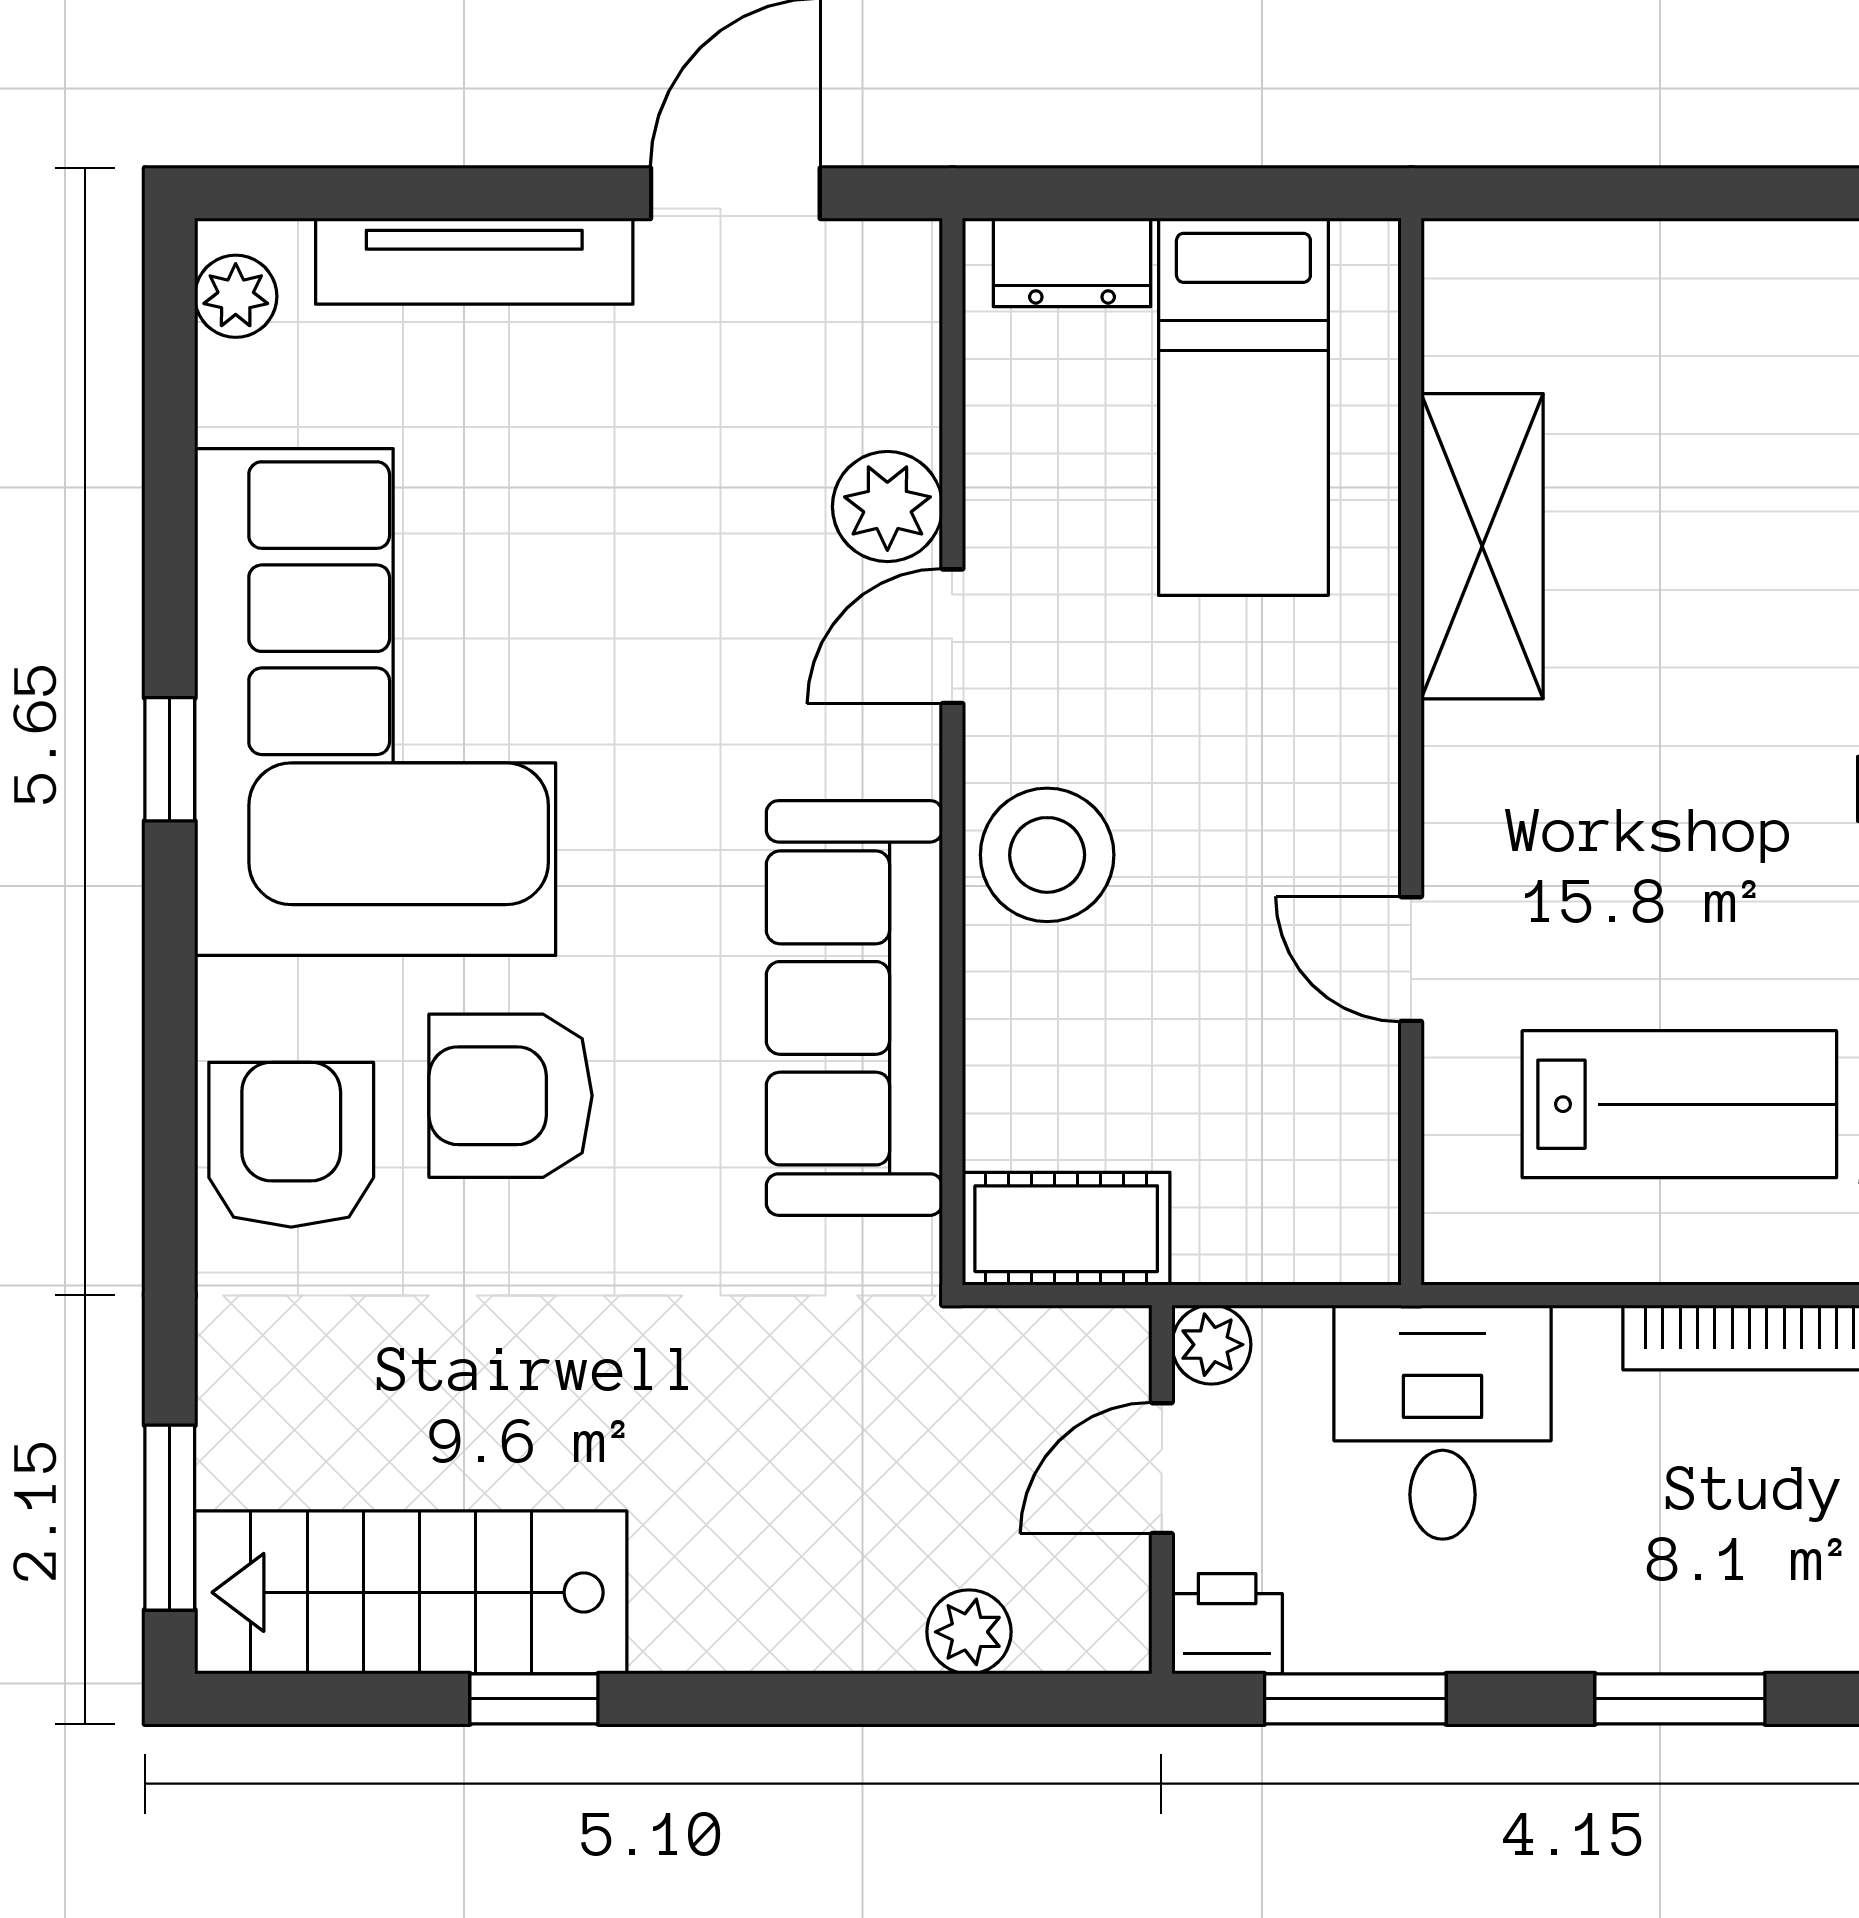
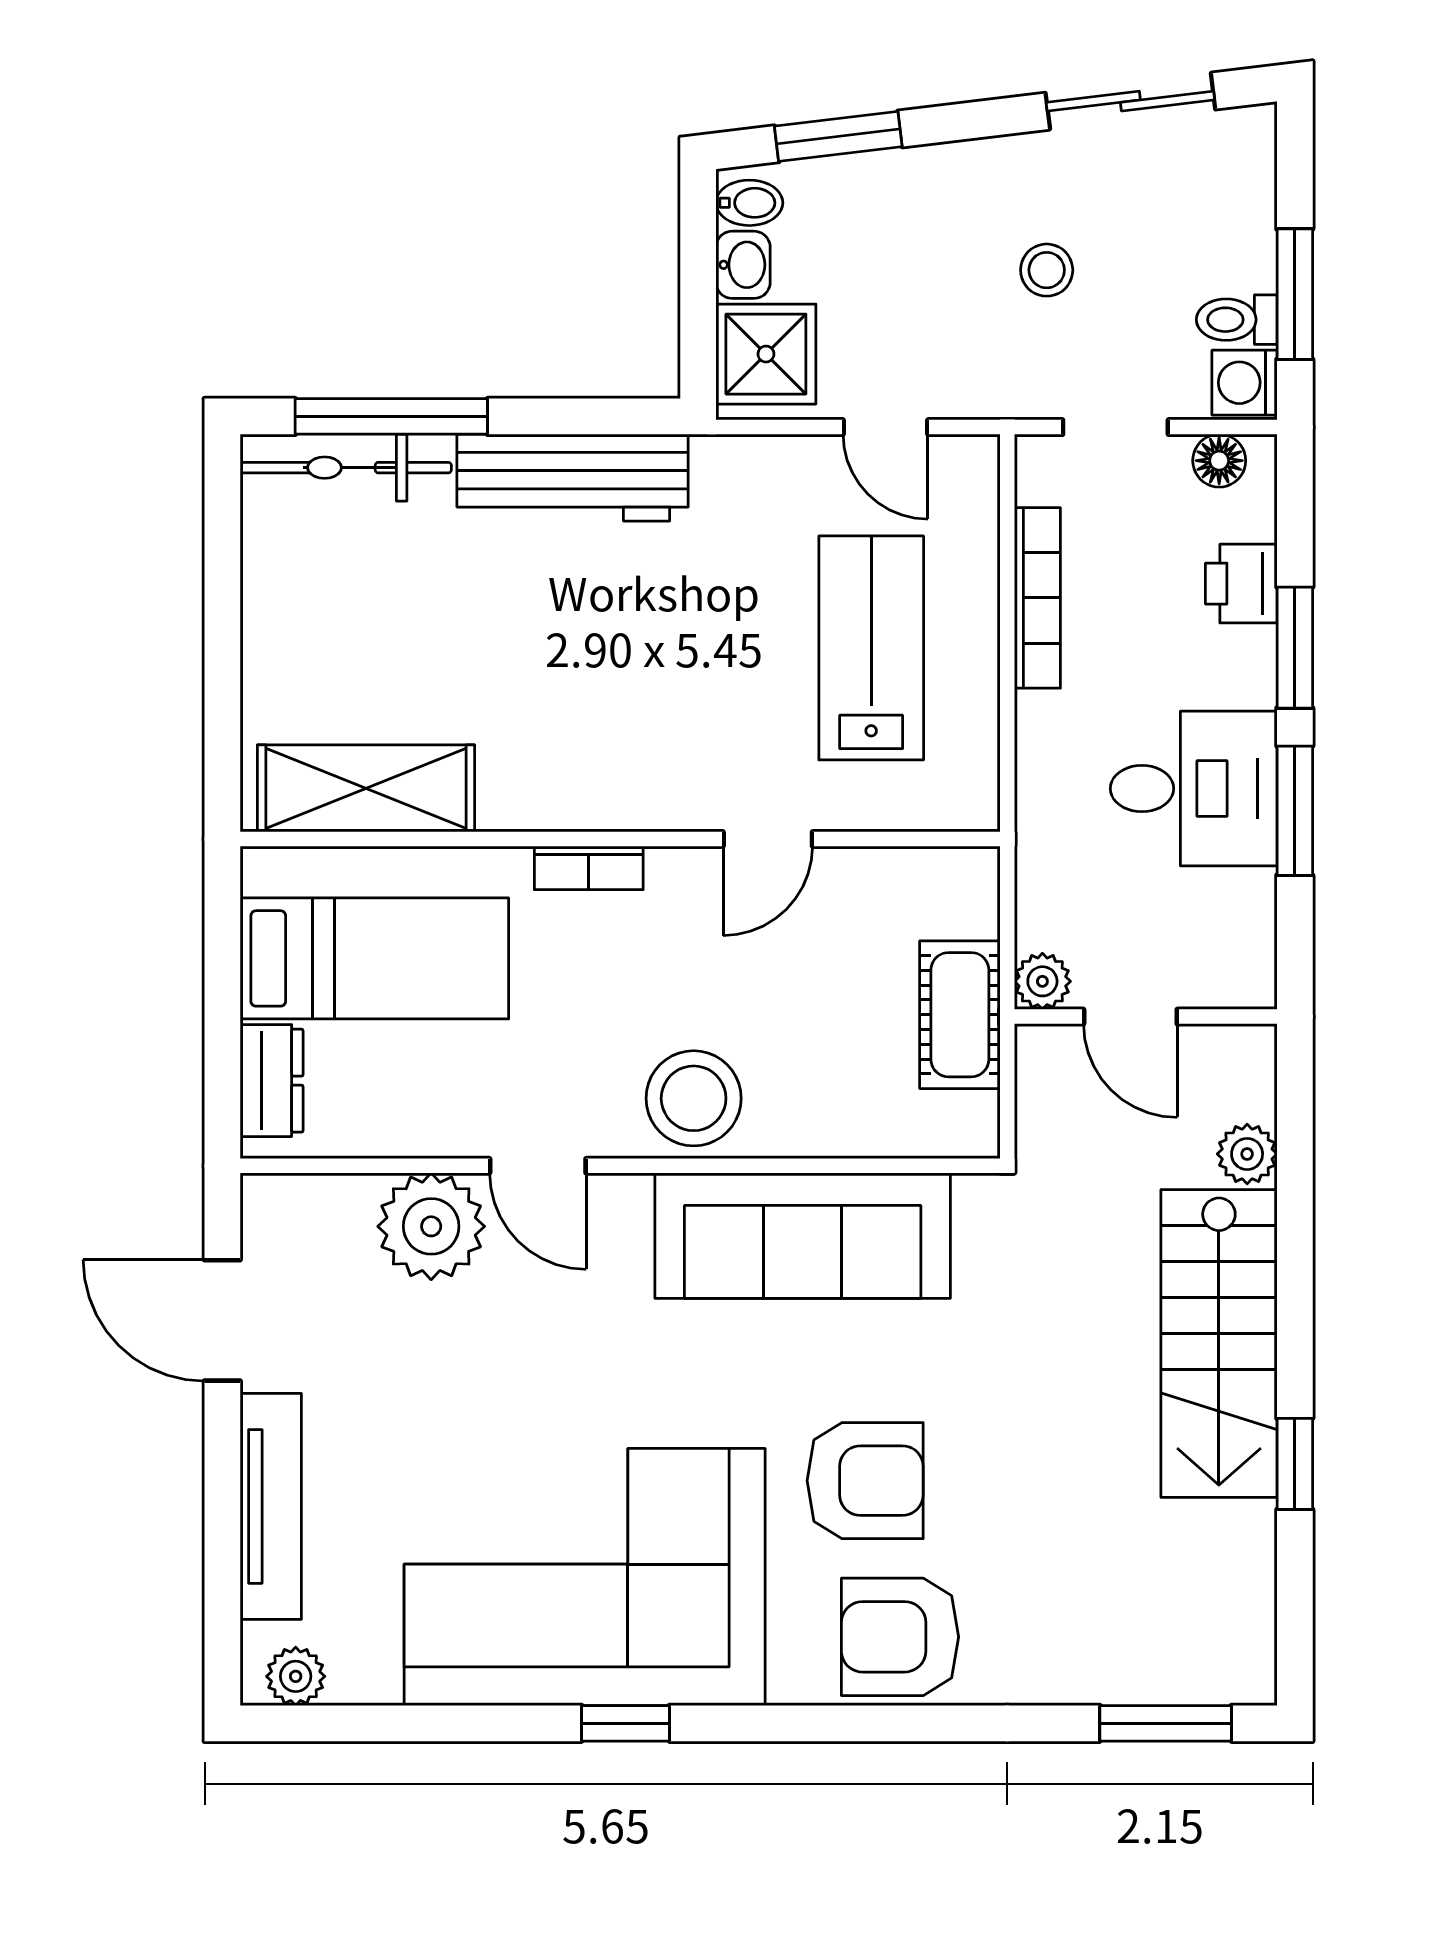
plant: (887, 507) -> (431, 1226), width x1.36, depth x1.36
shelving: (1482, 546) -> (366, 788), moved
bookcase: (1371, 708) -> (589, 868), added
armchair: (510, 1096) -> (865, 1481), turned -90
cot: (1066, 1229) -> (960, 1015), moved
desk: (1443, 1422) -> (1194, 789), moved, turned 180
stairs: (411, 1592) -> (1219, 1344), moved
printer: (1227, 1624) -> (1241, 584), moved
window: (1355, 1699) -> (1295, 811), moved

